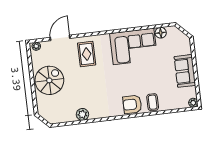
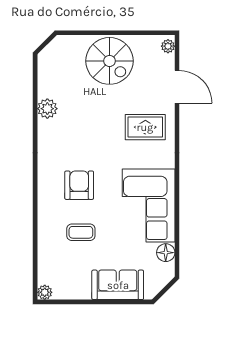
sofa: (185, 71) -> (118, 285), moved
coffee table: (153, 102) -> (81, 232), moved
armchair: (132, 104) -> (79, 185), moved

